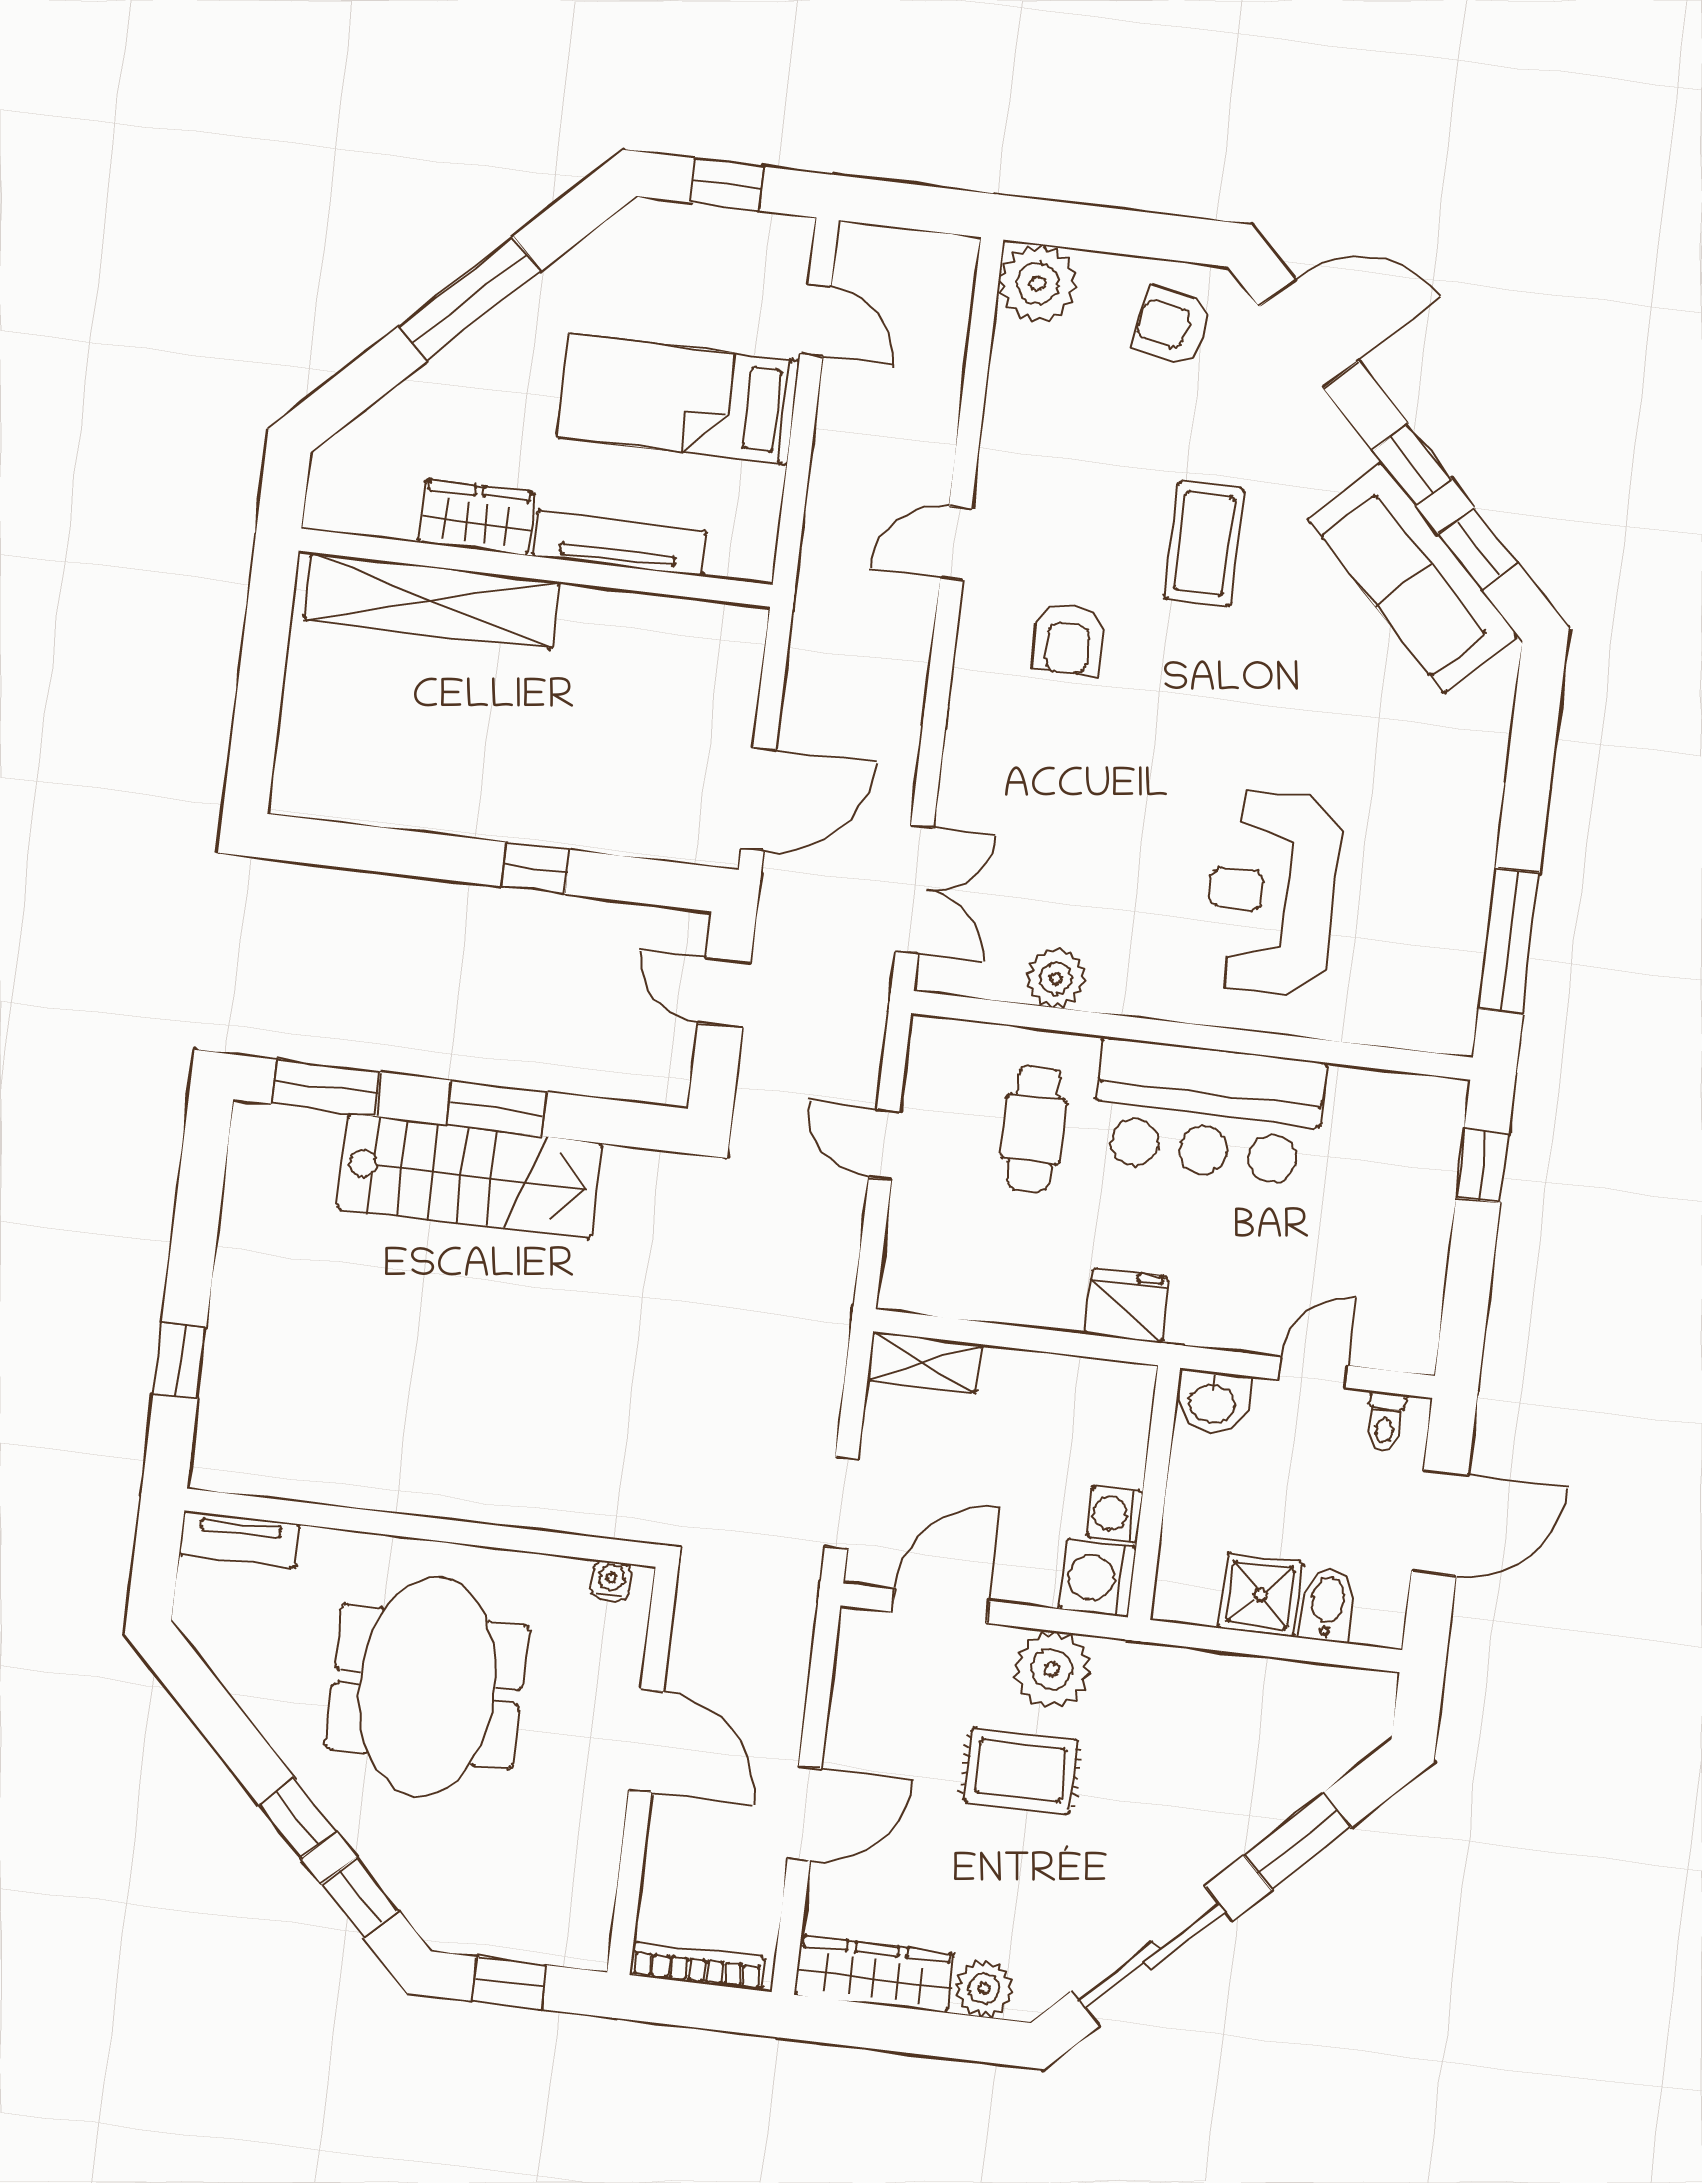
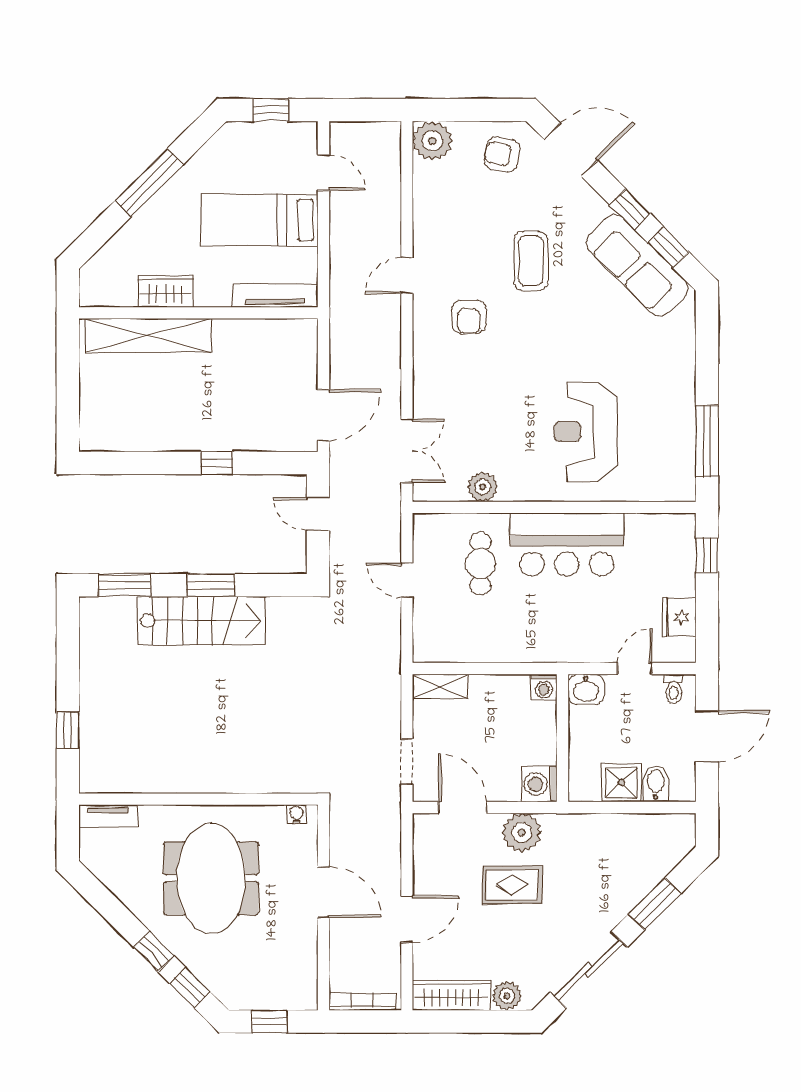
tv unit: (619, 543) -> (275, 296), moved
fridge: (1127, 1306) -> (679, 617), moved, turned -90
washing machine: (1115, 1514) -> (544, 687), moved, turned -90
door: (941, 1606) -> (463, 807), hinge flipped

